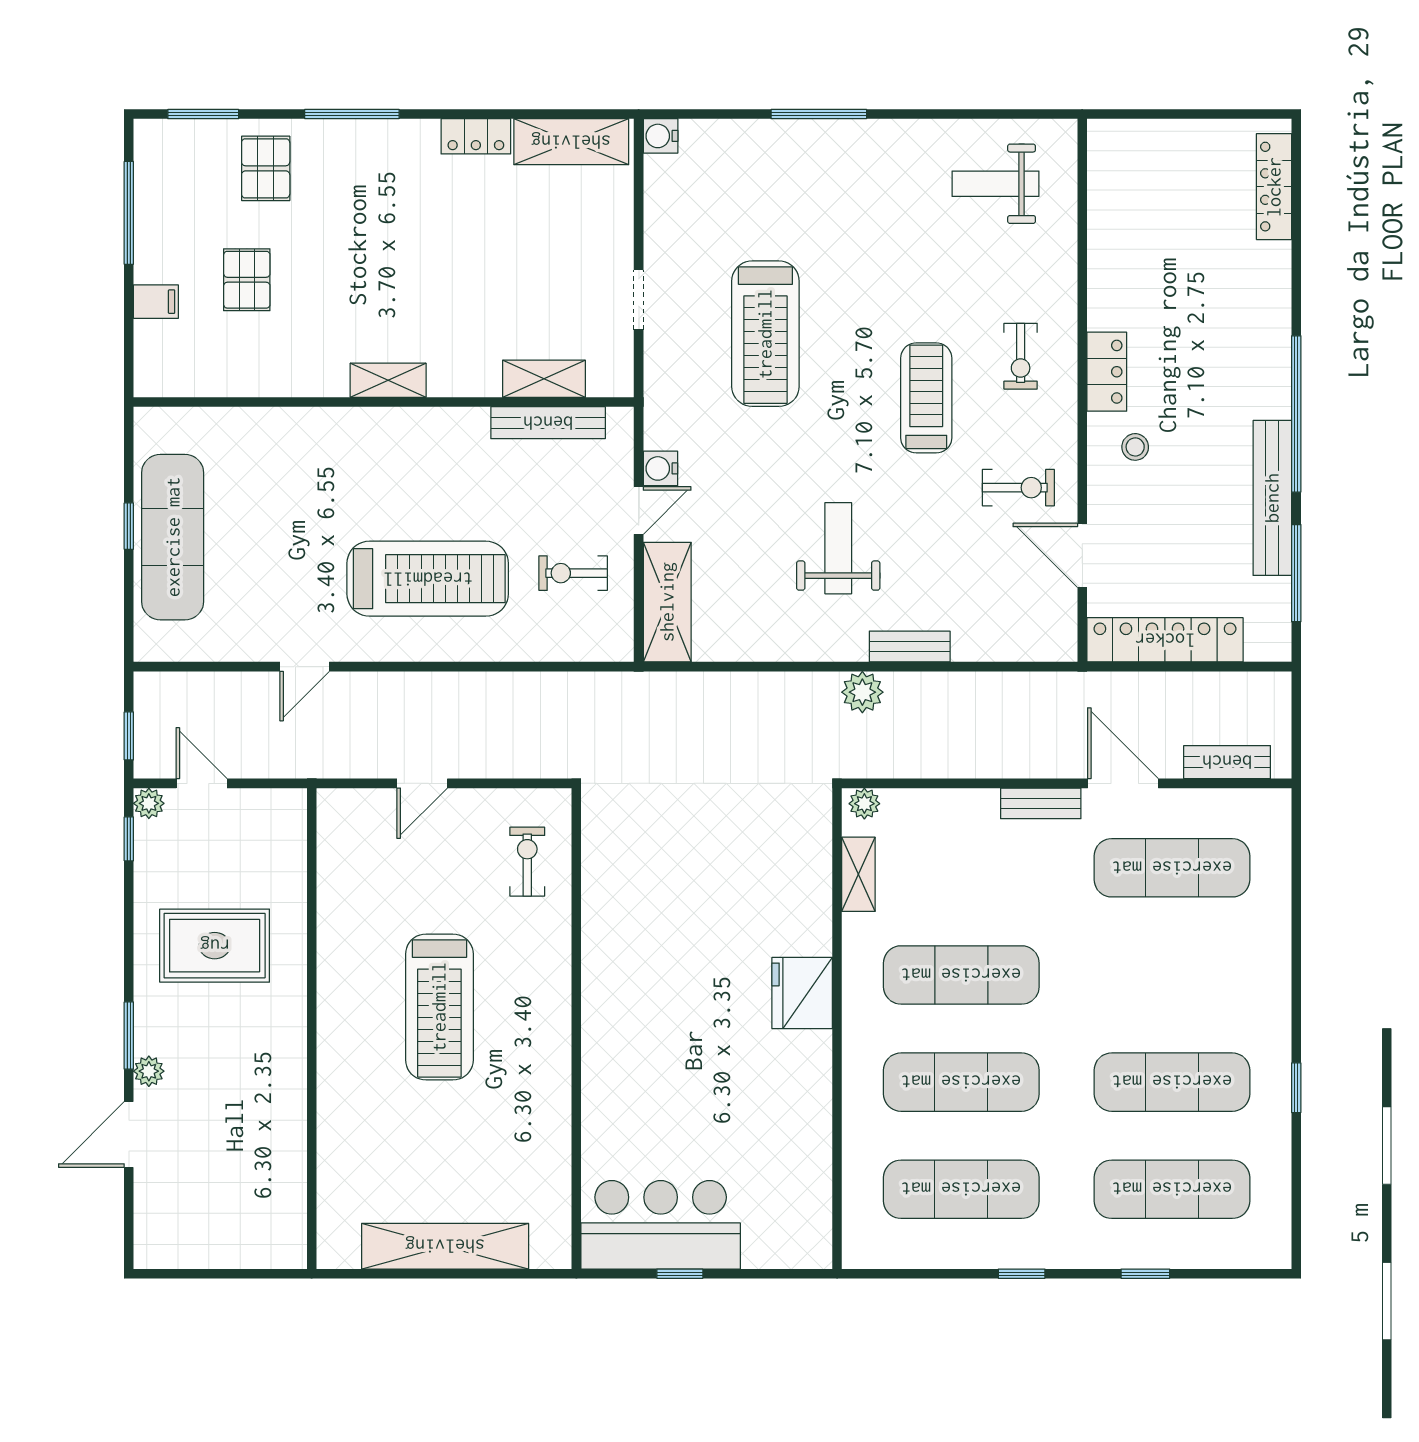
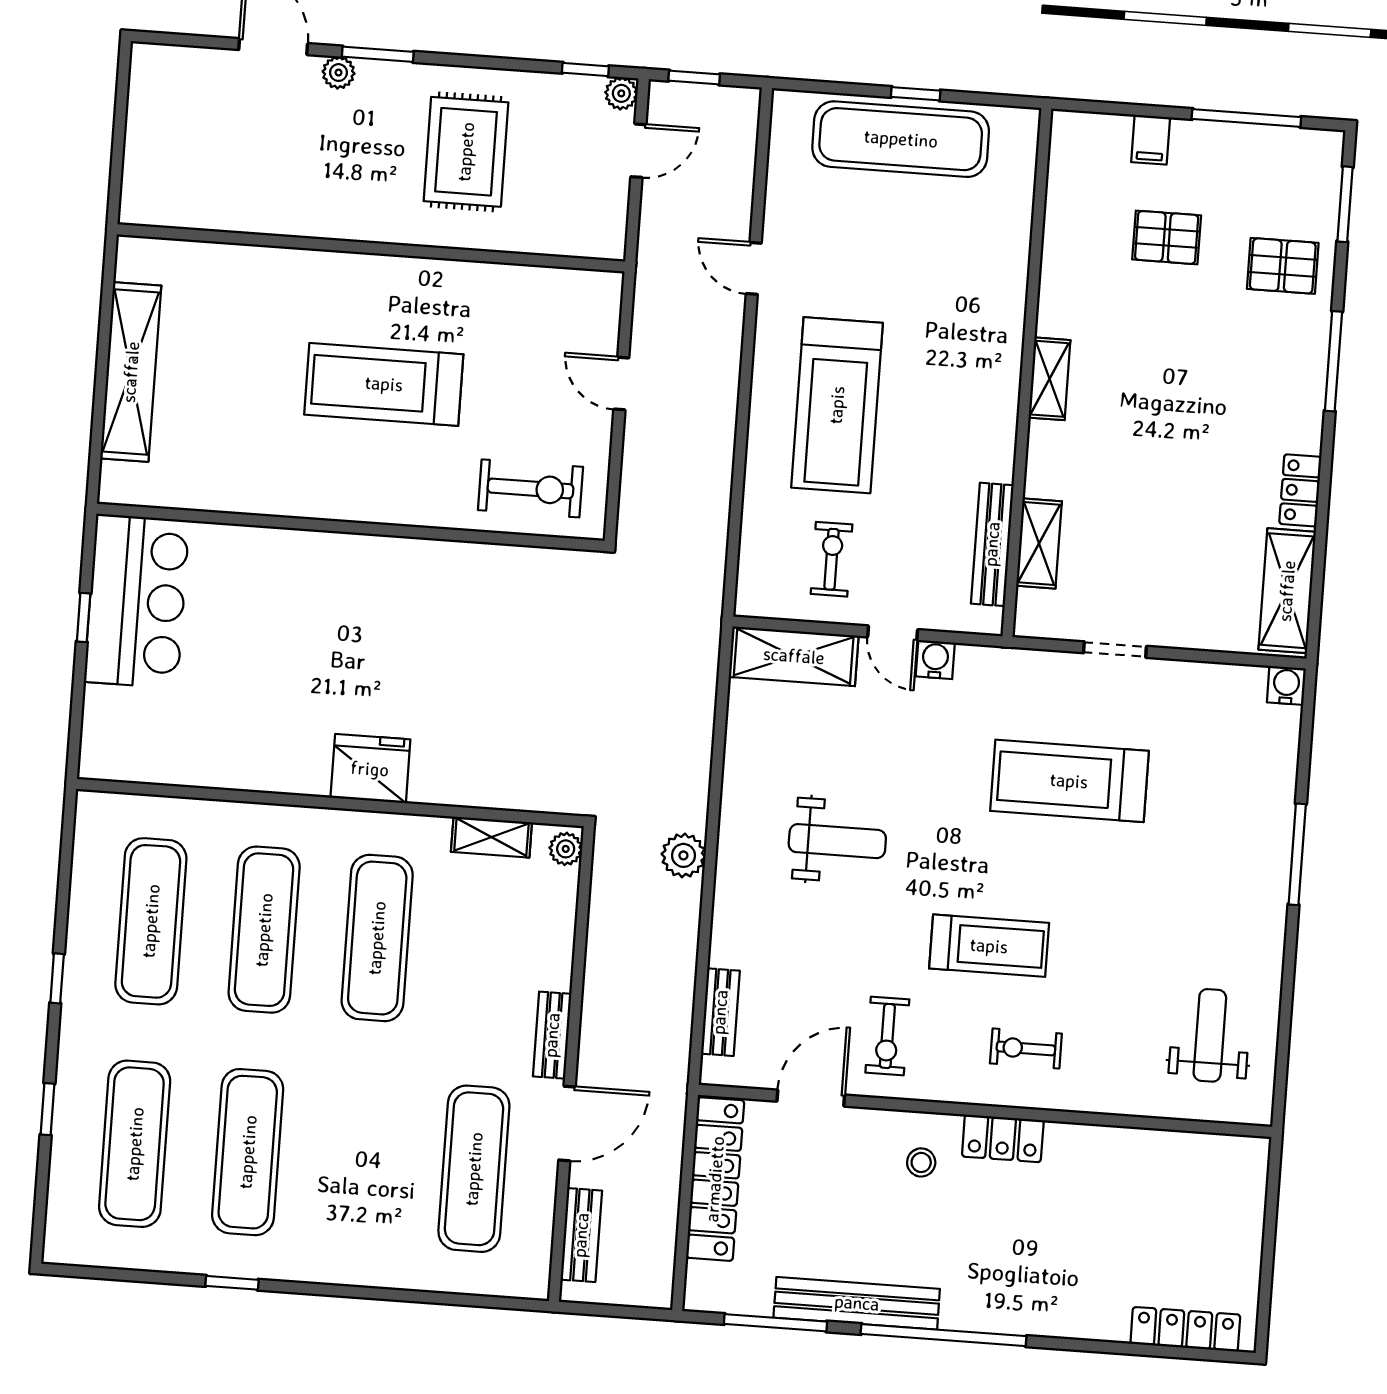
bench: (910, 647) -> (720, 1012), moved
exercise bike: (527, 862) -> (530, 488), width x1.38, depth x1.39

